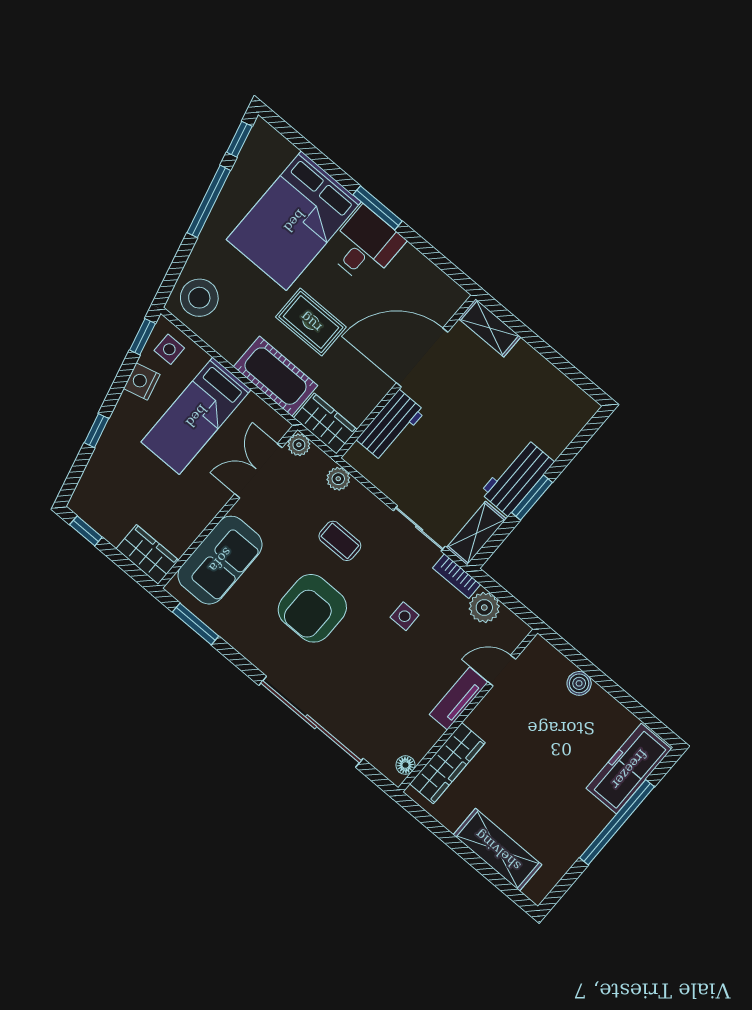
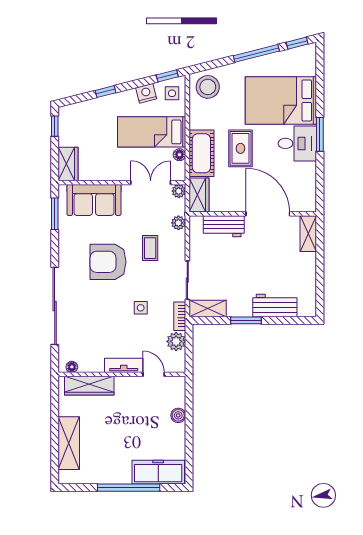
floor lamp: (254, 405) -> (179, 155), added
workbench: (517, 477) -> (275, 305), moved

